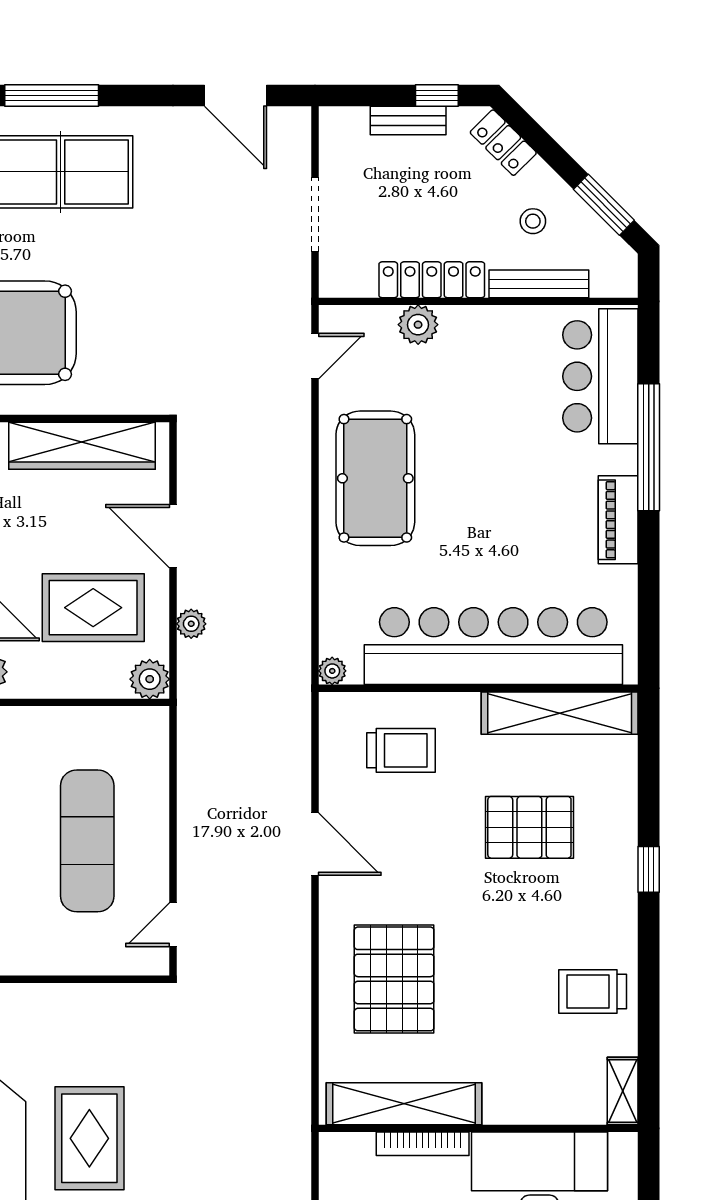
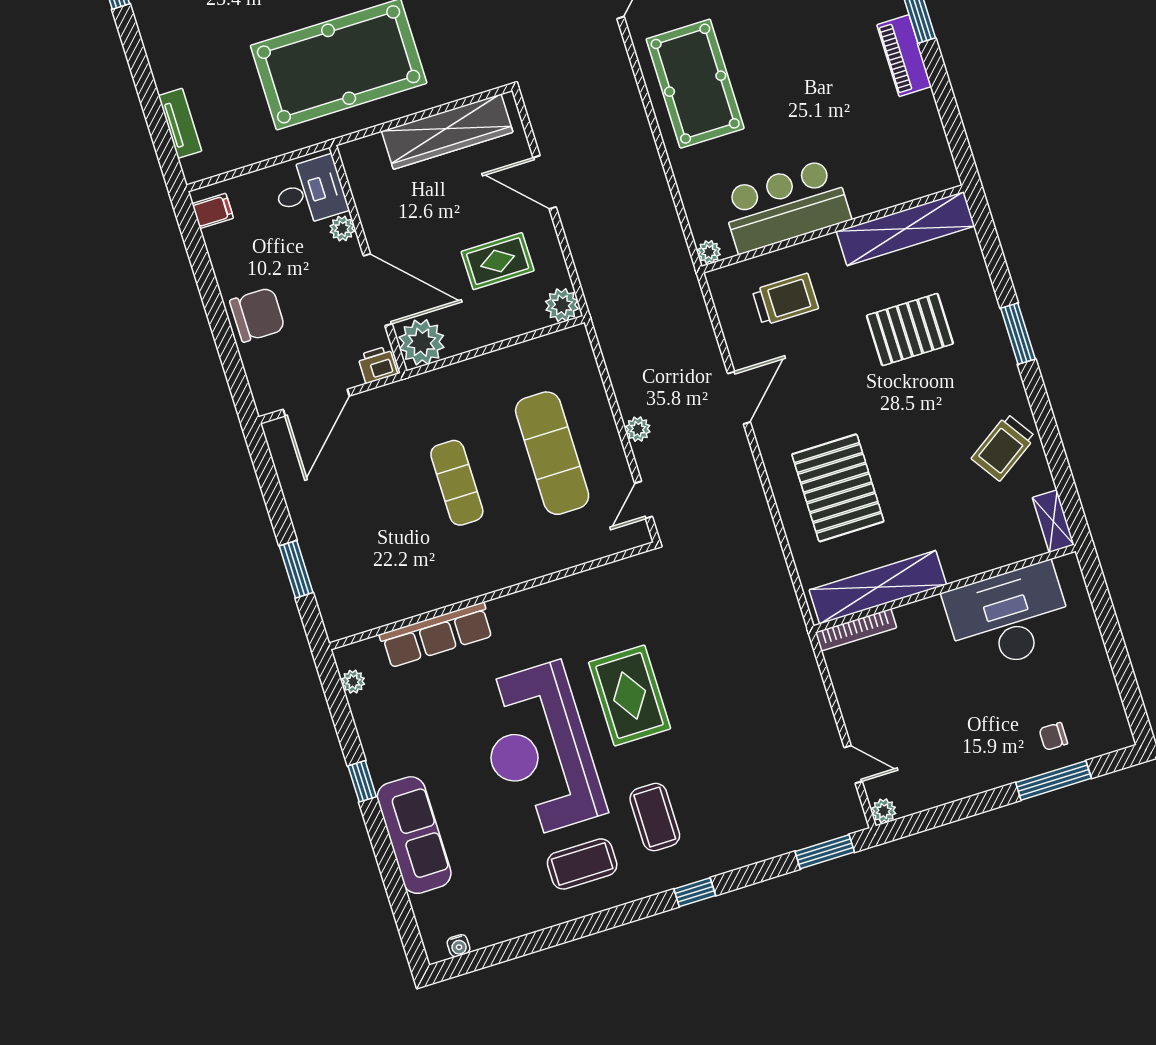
rug: (93, 608) -> (498, 261), width x0.73, depth x0.70
plant: (191, 624) -> (638, 429), moved
bar counter: (493, 646) -> (786, 206), width x0.54
door: (315, 844) -> (739, 398), hinge flipped
window: (649, 869) -> (1018, 334), width x1.50
trolley: (593, 991) -> (1003, 448), turned -34
bookcase: (423, 1144) -> (856, 630), moved

